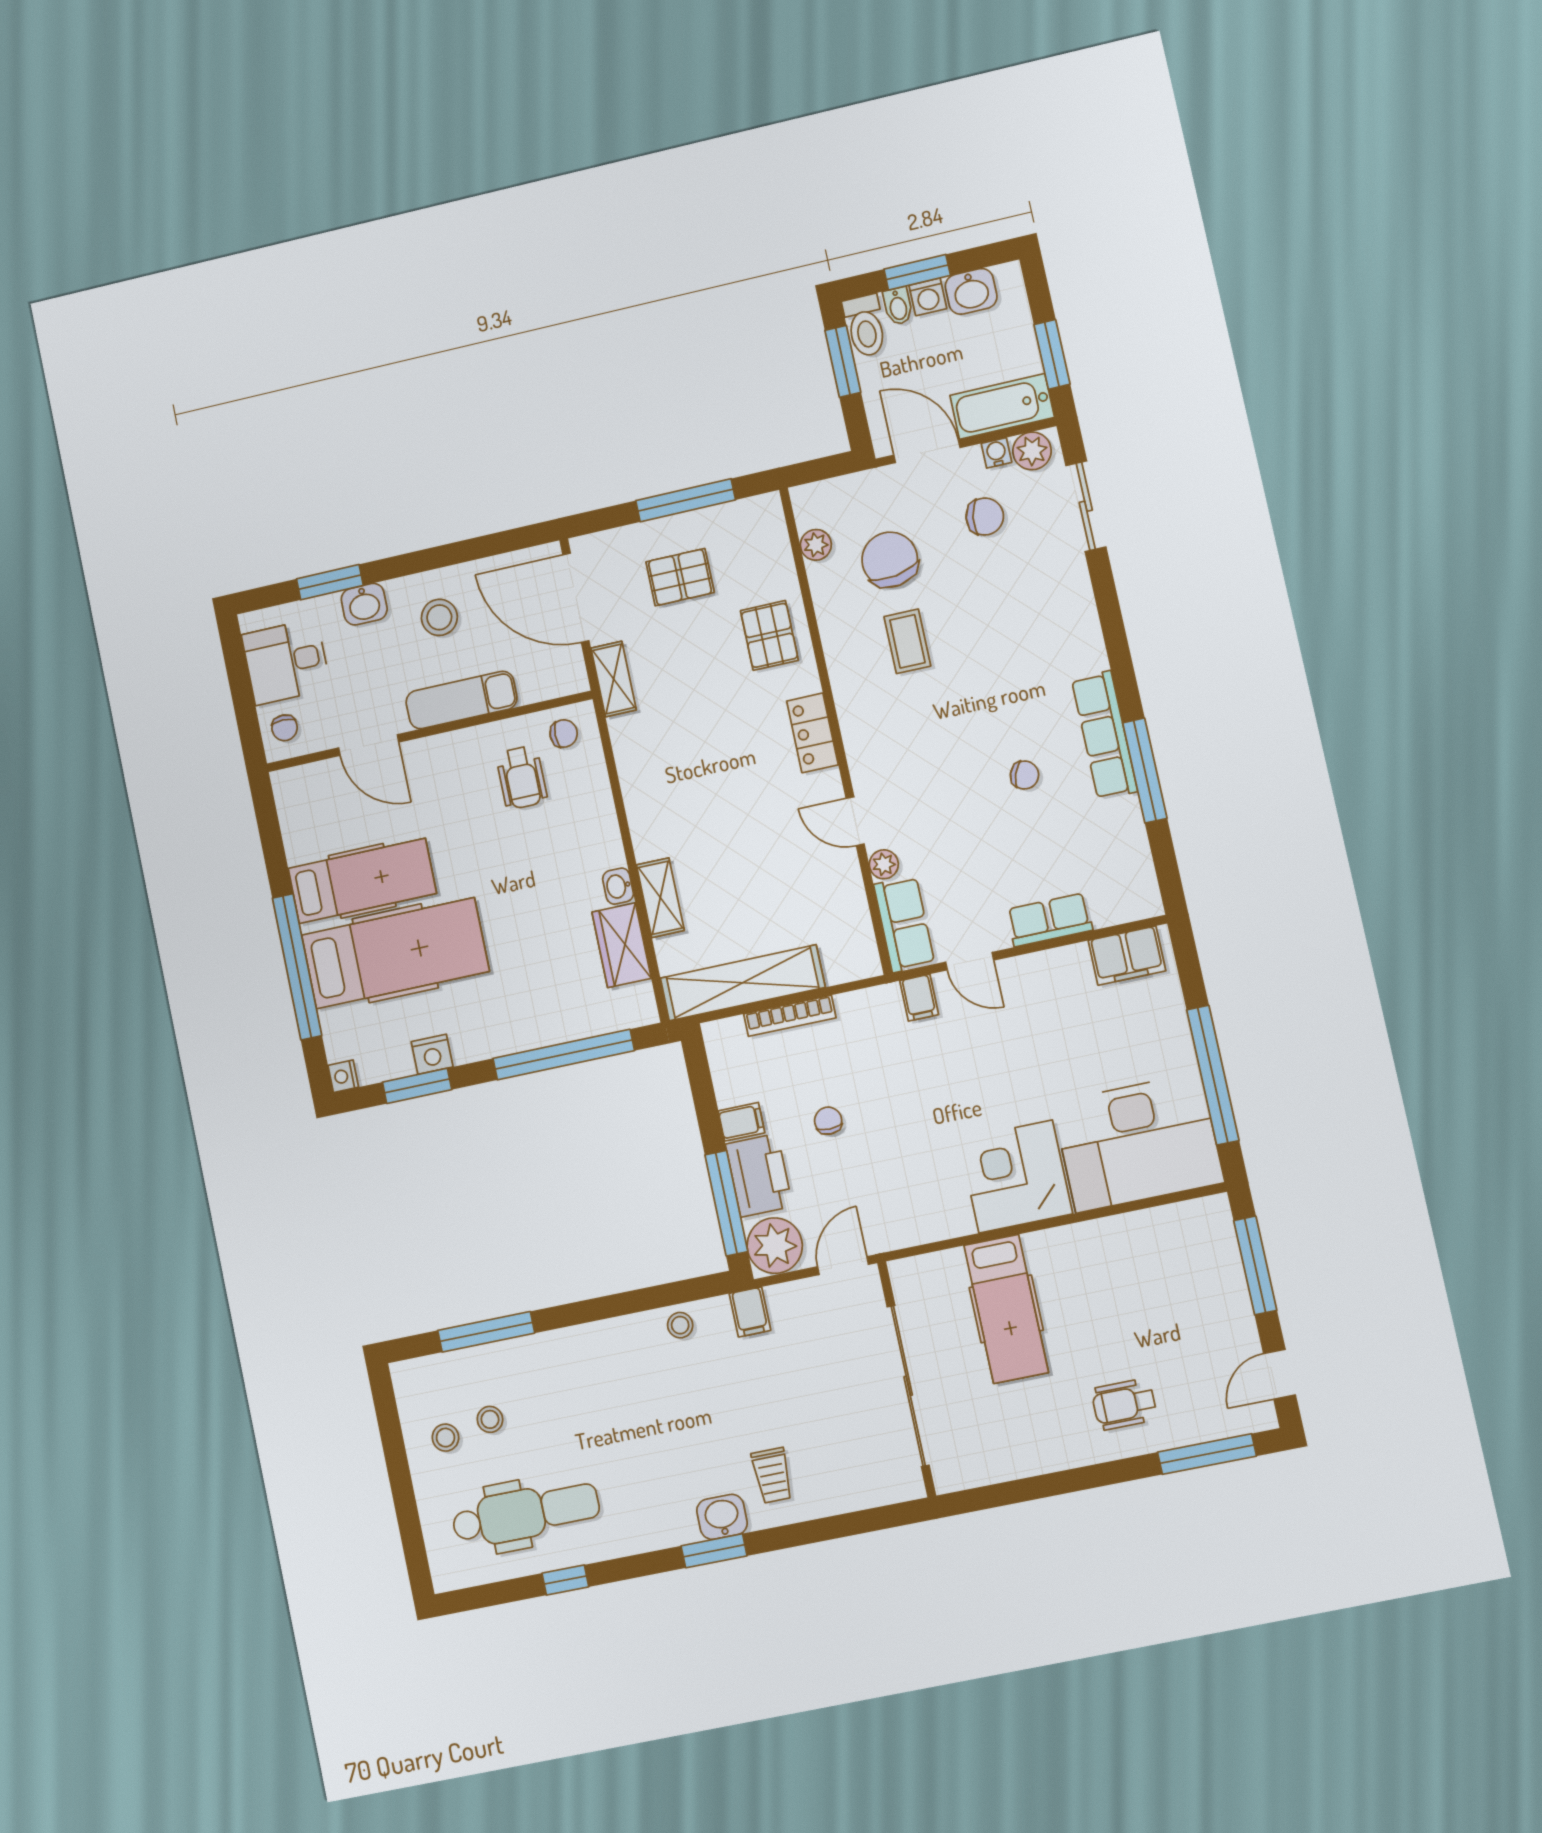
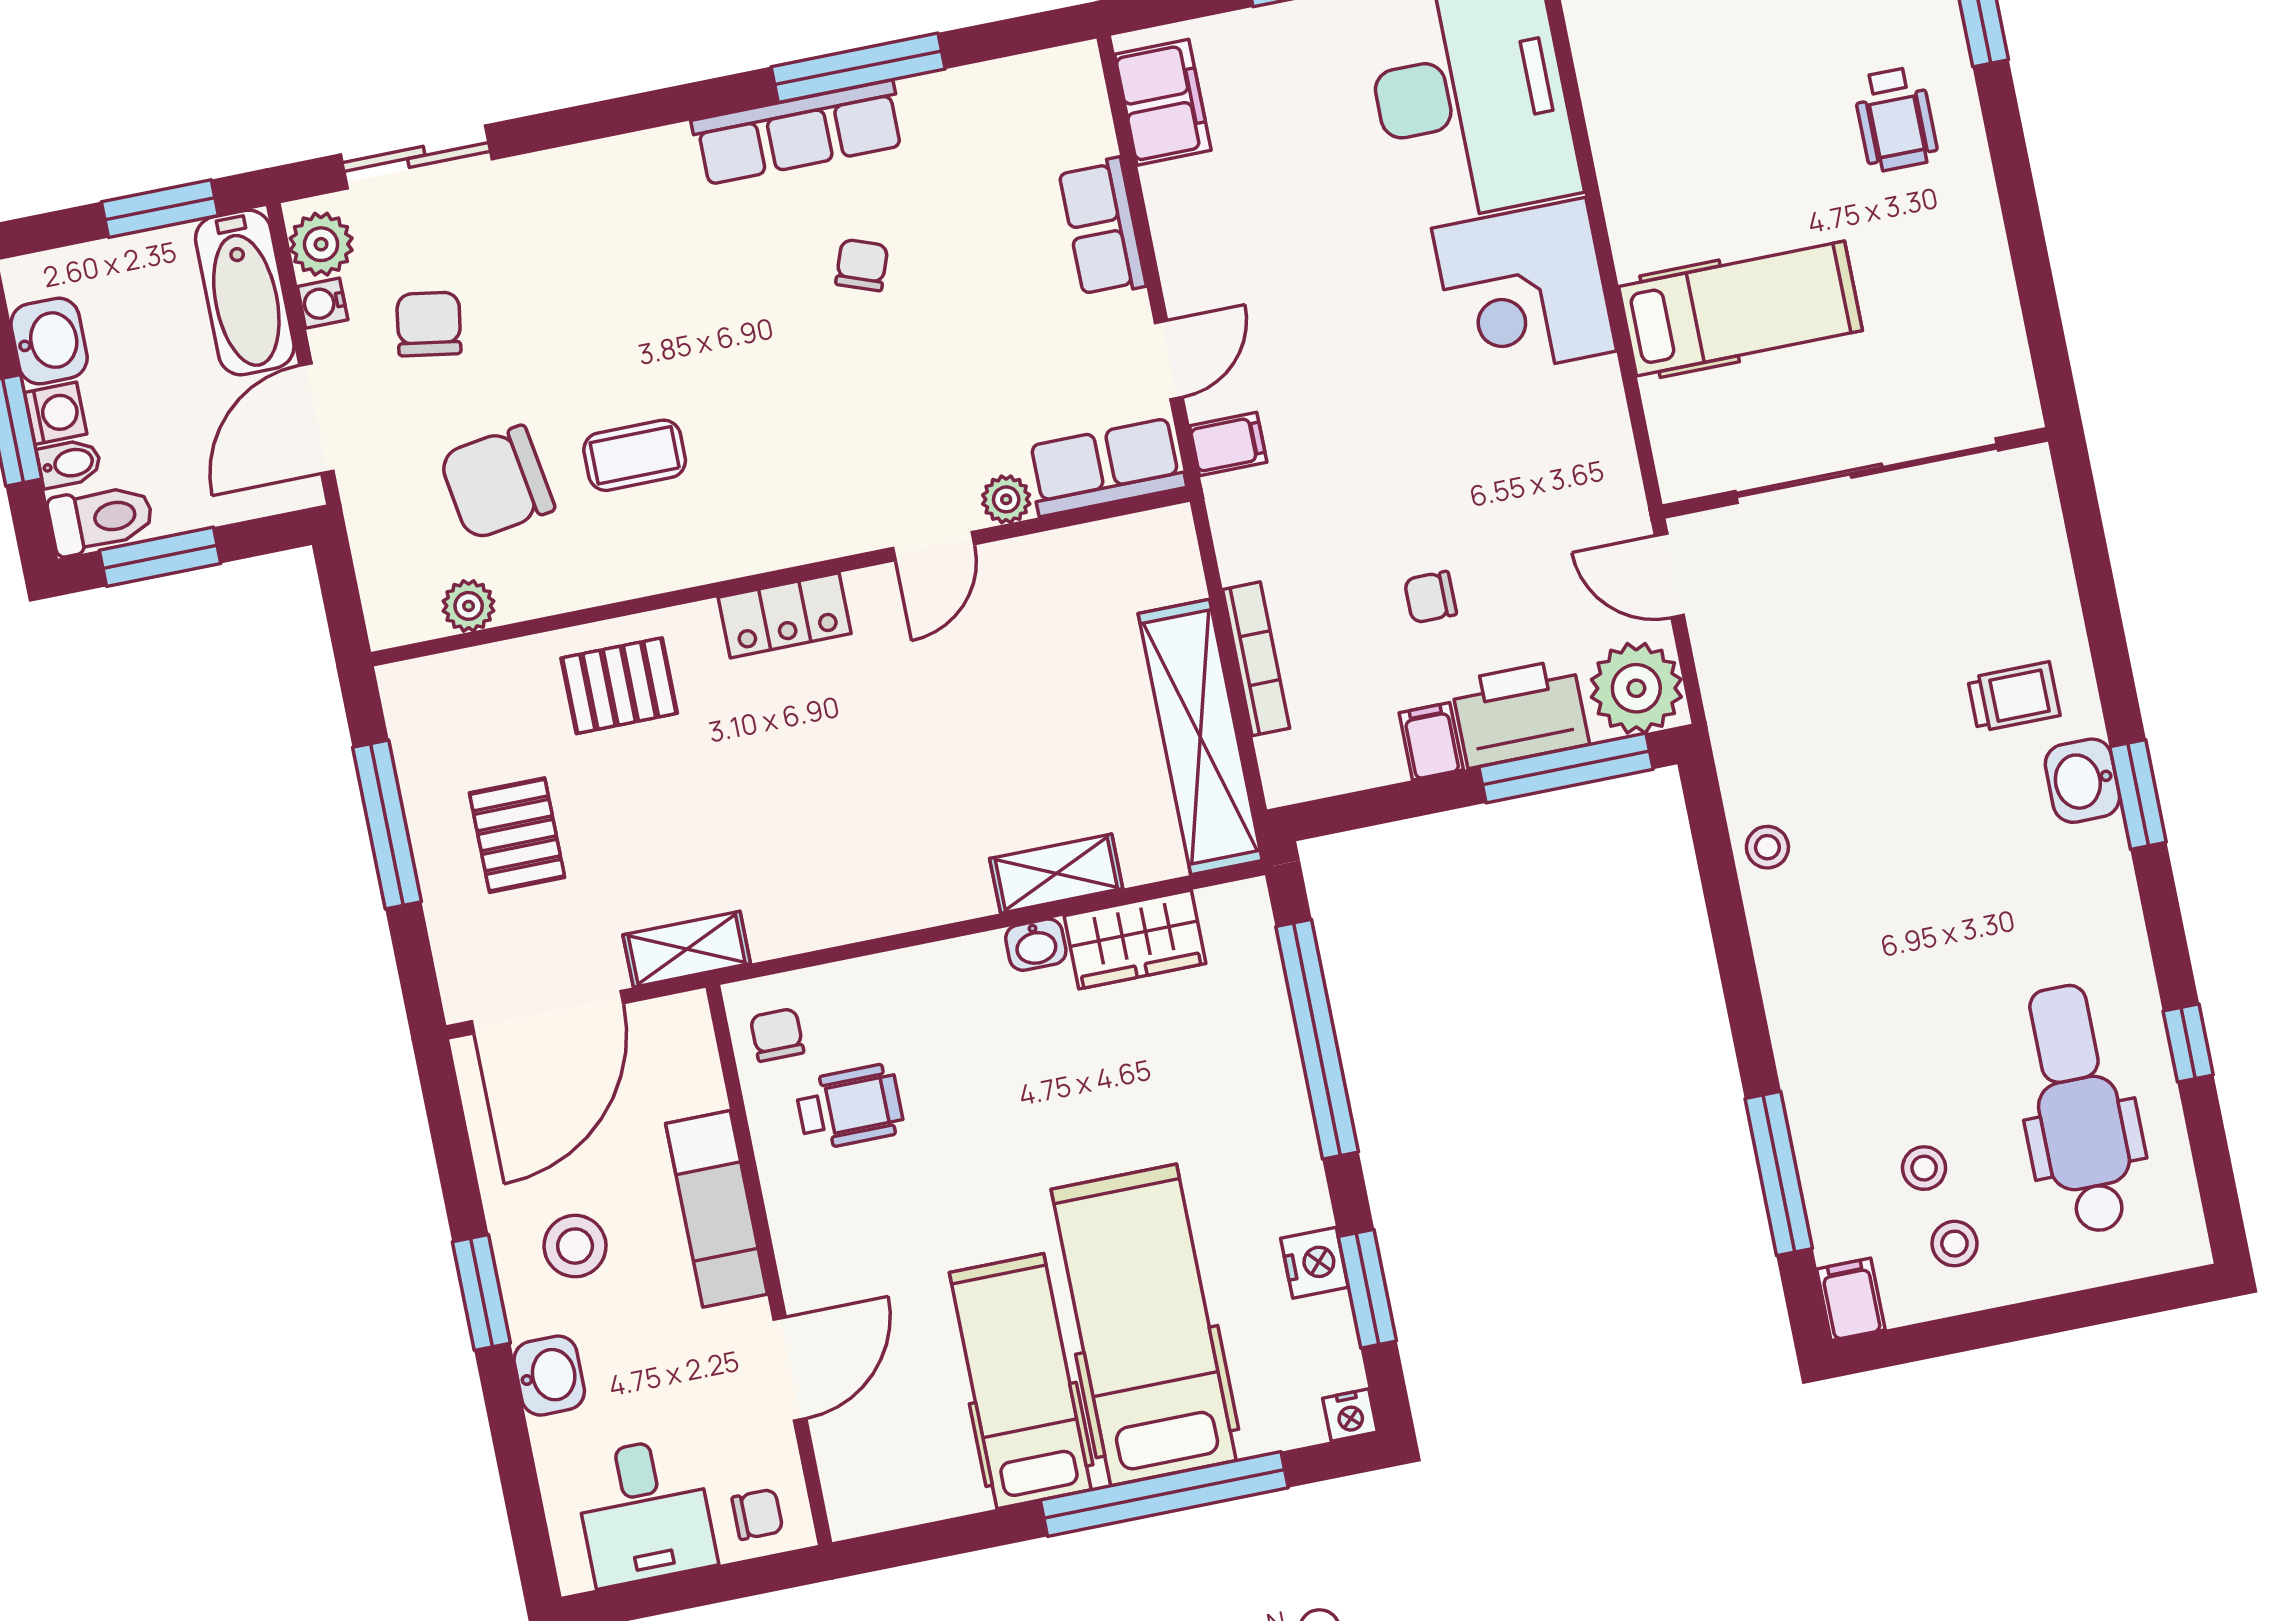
window: (330, 582) -> (481, 1292), moved
filing cabinet: (750, 1312) -> (1851, 1299), moved, turned -90

